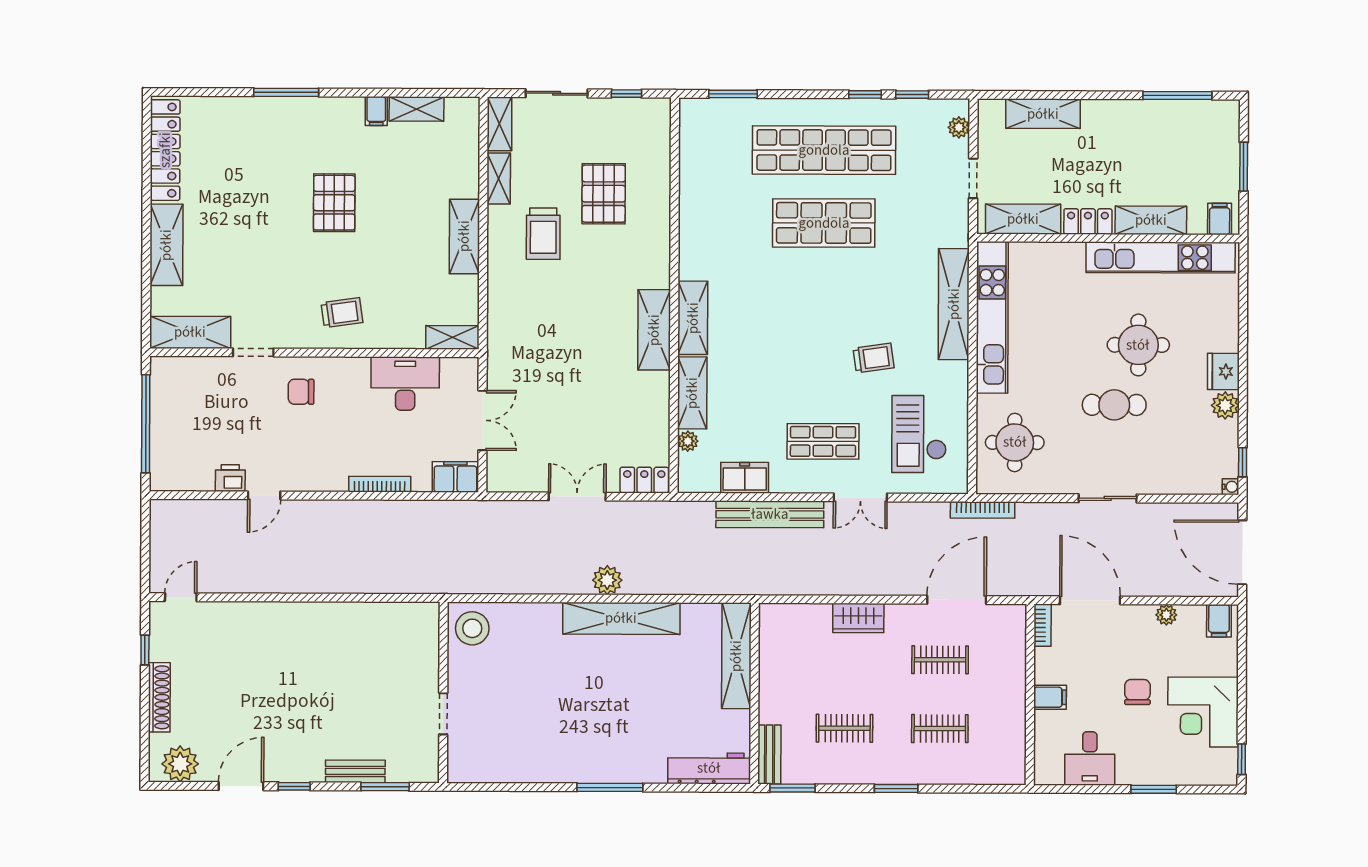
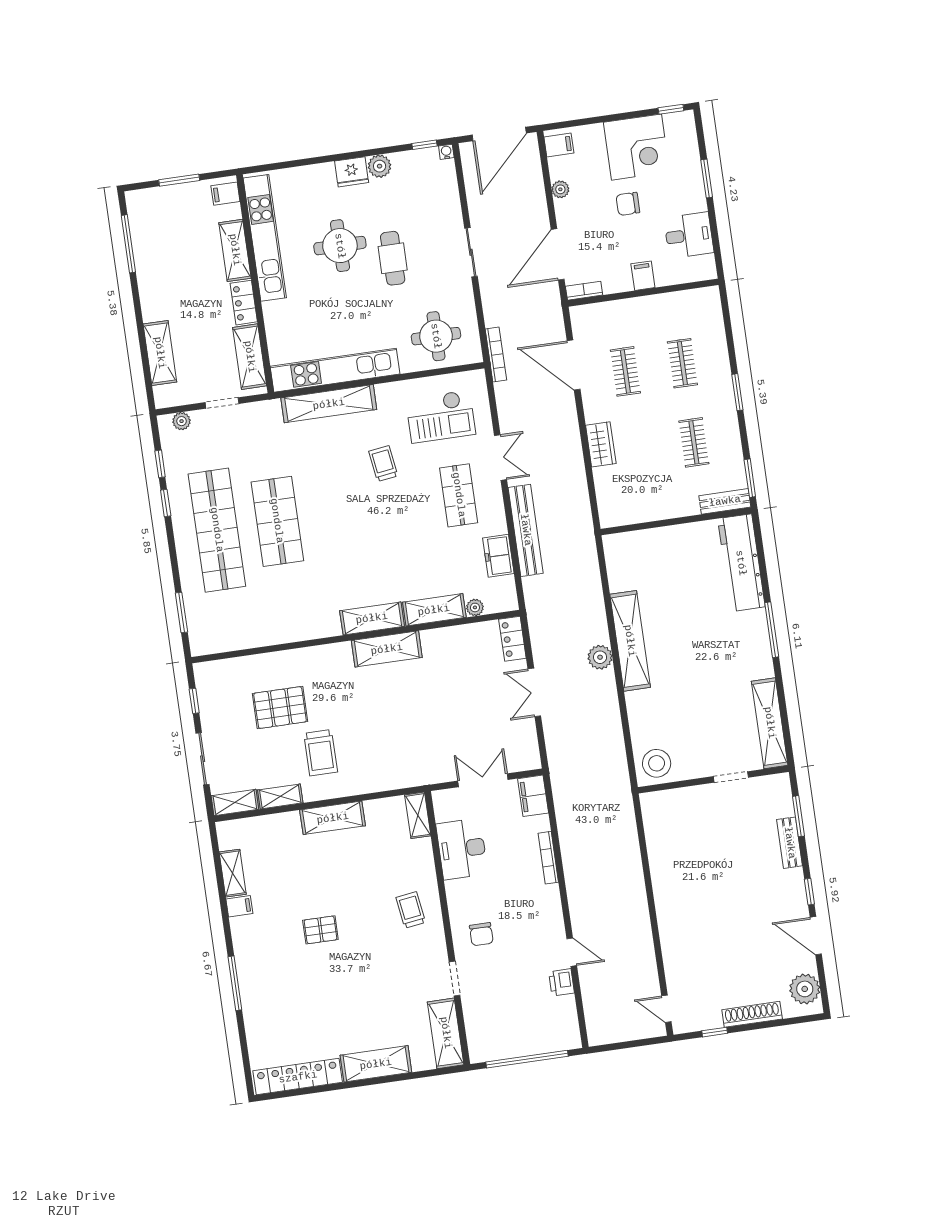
pallet: (334, 203) -> (320, 930), width x0.67, depth x0.71
trolley: (543, 234) -> (321, 753), turned 90
shelving: (736, 656) -> (770, 723), moved, turned 90
workbench: (709, 768) -> (741, 563), width x1.36, depth x1.32

